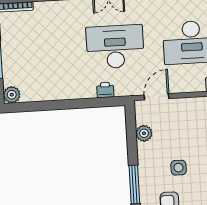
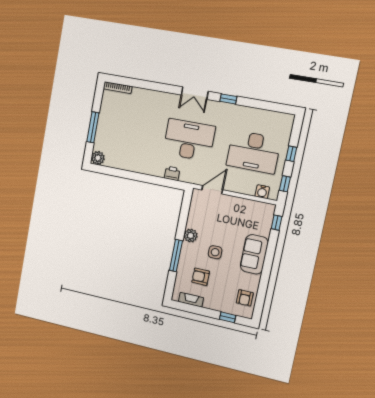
plant: (144, 133) -> (191, 236), moved

